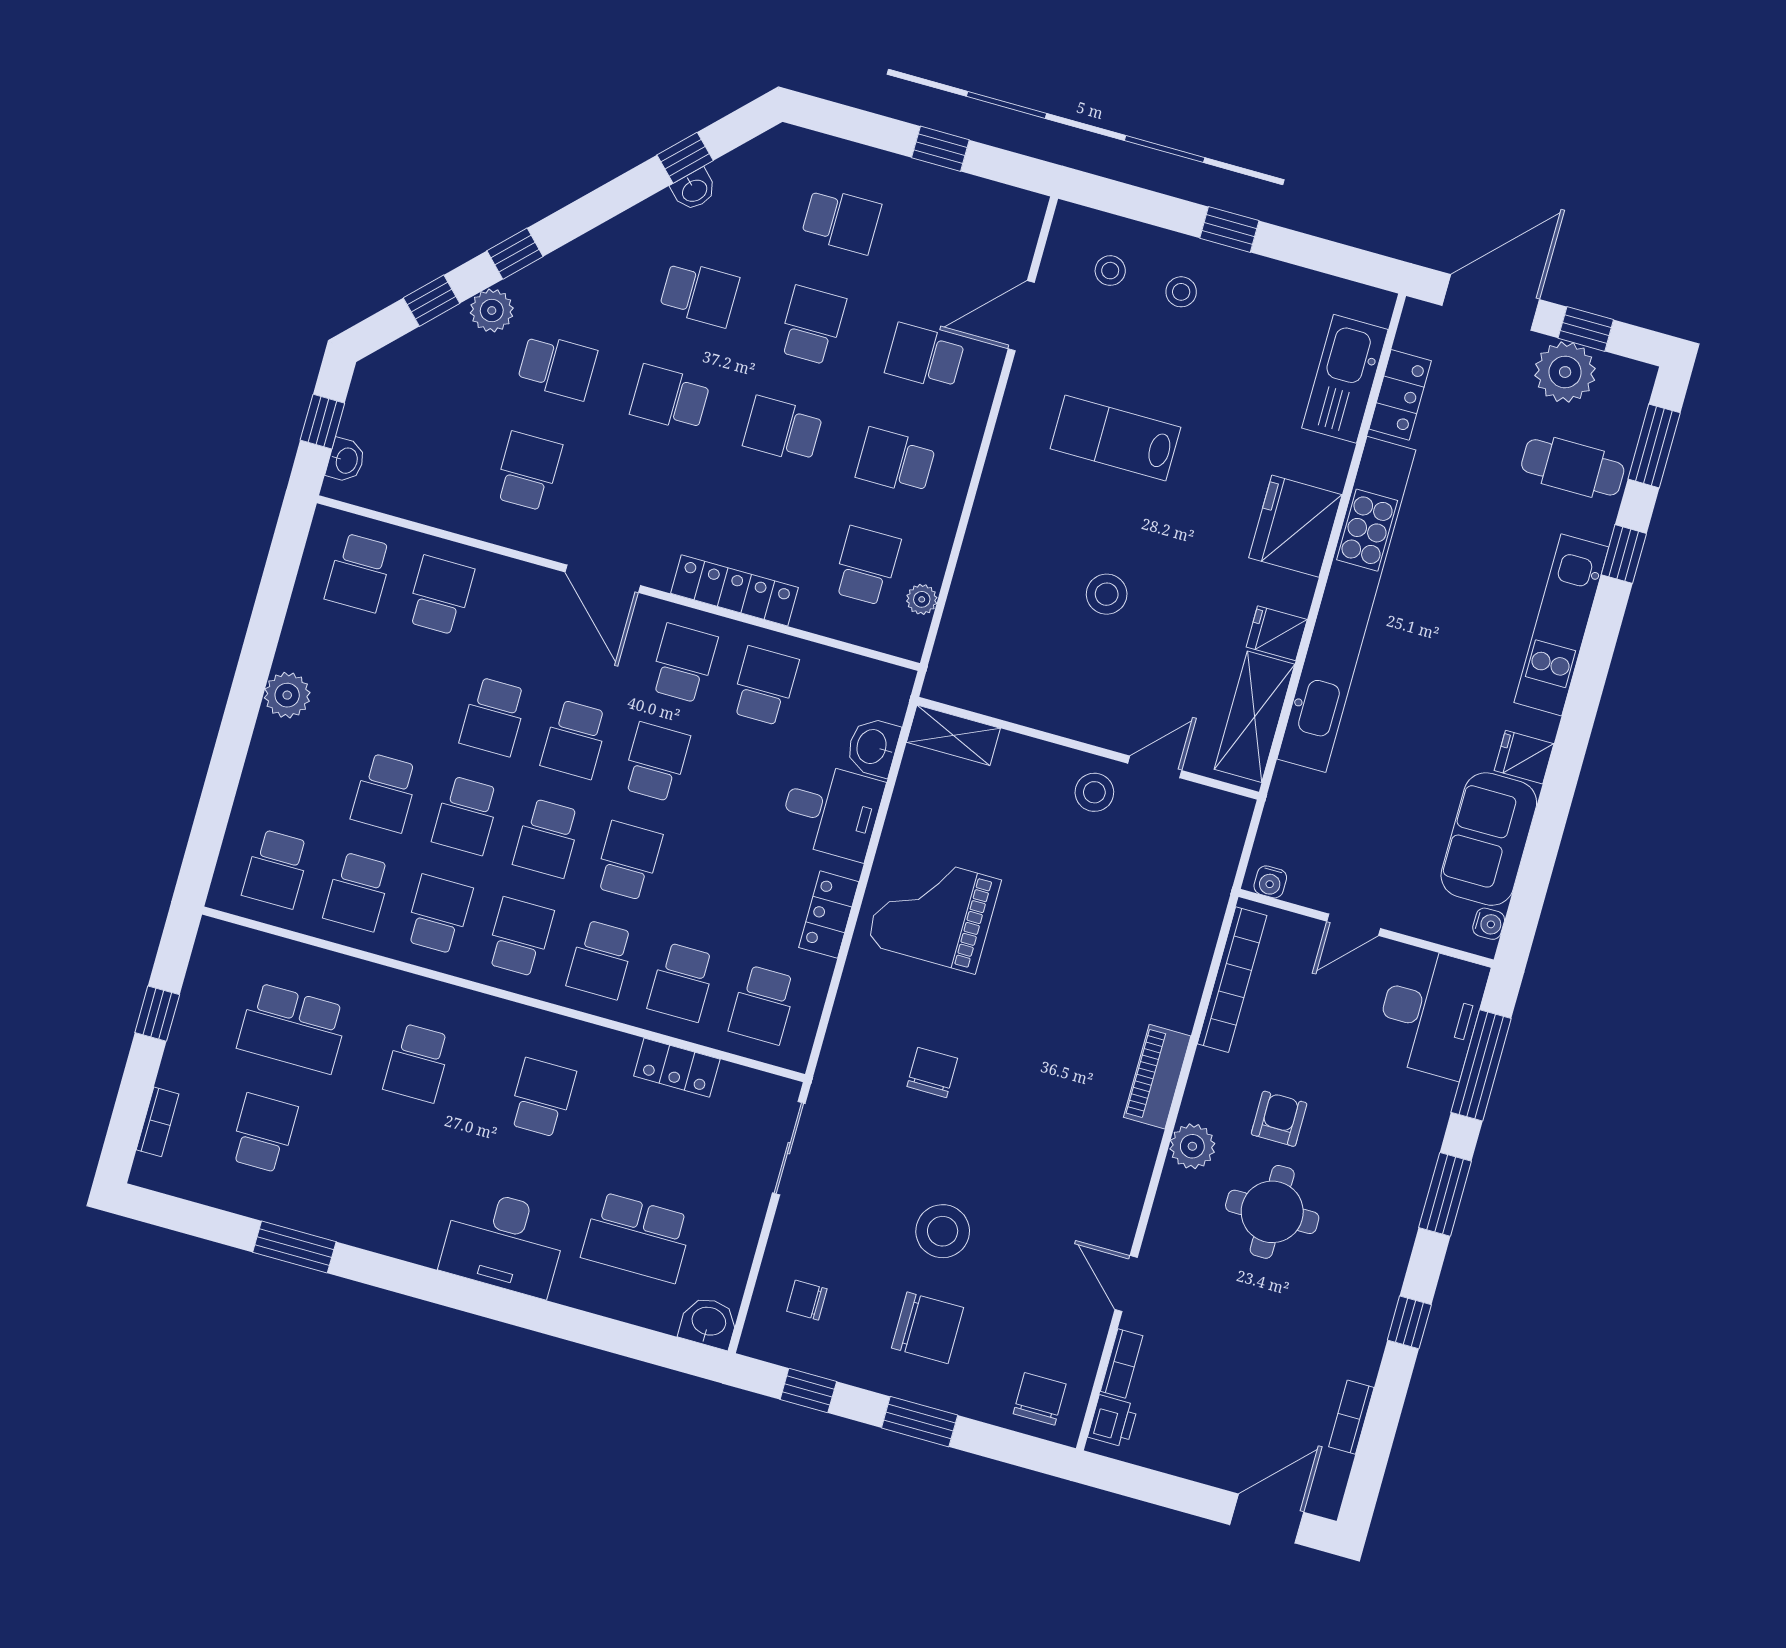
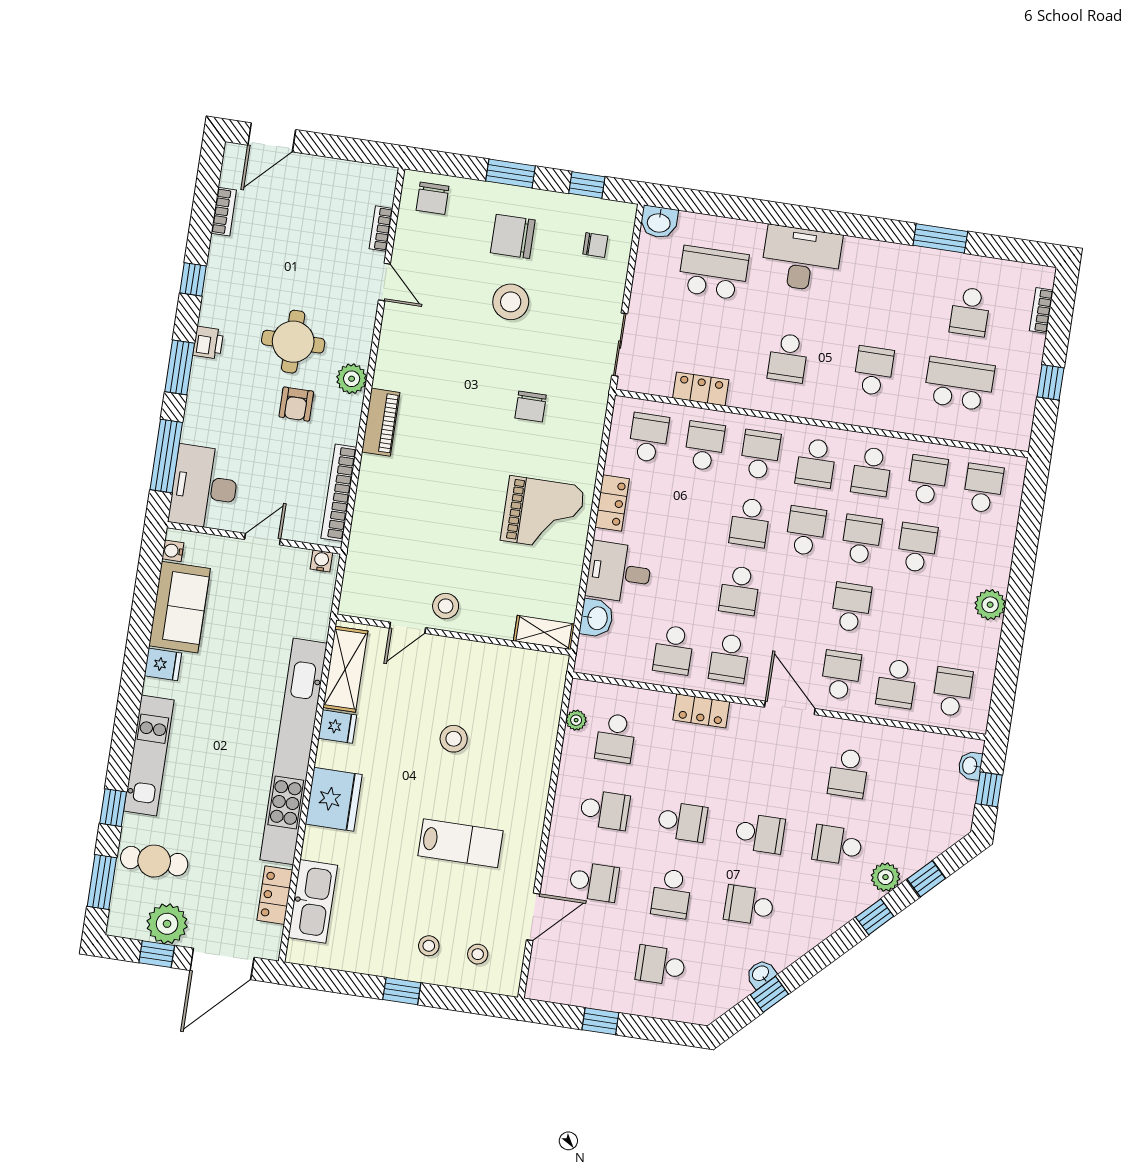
locker: (735, 590) -> (701, 711), width x0.66
school desk: (575, 739) -> (841, 675), moved
printer: (1113, 1421) -> (208, 343), moved, turned 180

